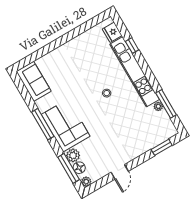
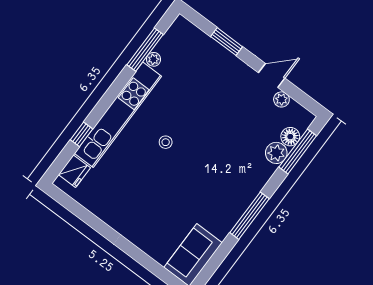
corner sofa: (66, 125) -> (237, 182), removed
window: (162, 147) -> (227, 42), moved
plant: (86, 182) -> (281, 99), moved

